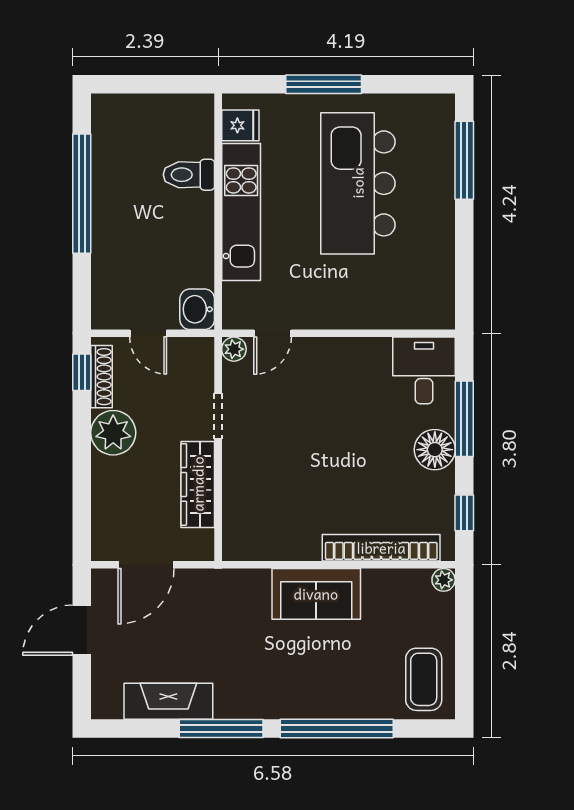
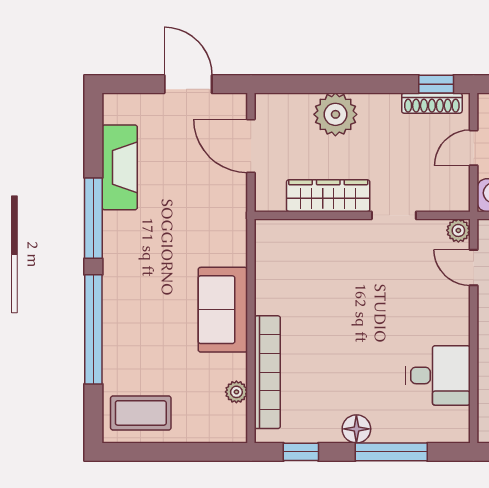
desk: (424, 370) -> (438, 375), moved
plant: (113, 433) -> (335, 114), moved
floor lamp: (435, 450) -> (356, 429), width x0.73, depth x0.73
plant: (444, 580) -> (236, 392), moved

